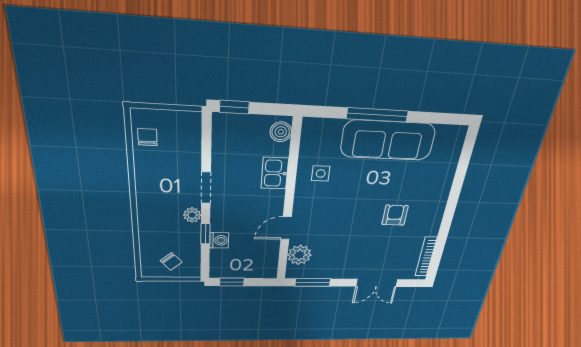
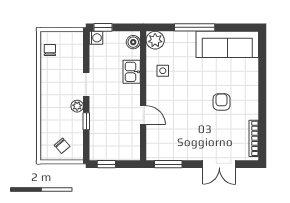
sofa: (388, 140) -> (227, 44), moved
door: (286, 228) -> (143, 115), swing flipped
washing machine: (219, 240) -> (96, 38), moved
plant: (299, 255) -> (155, 40), moved

